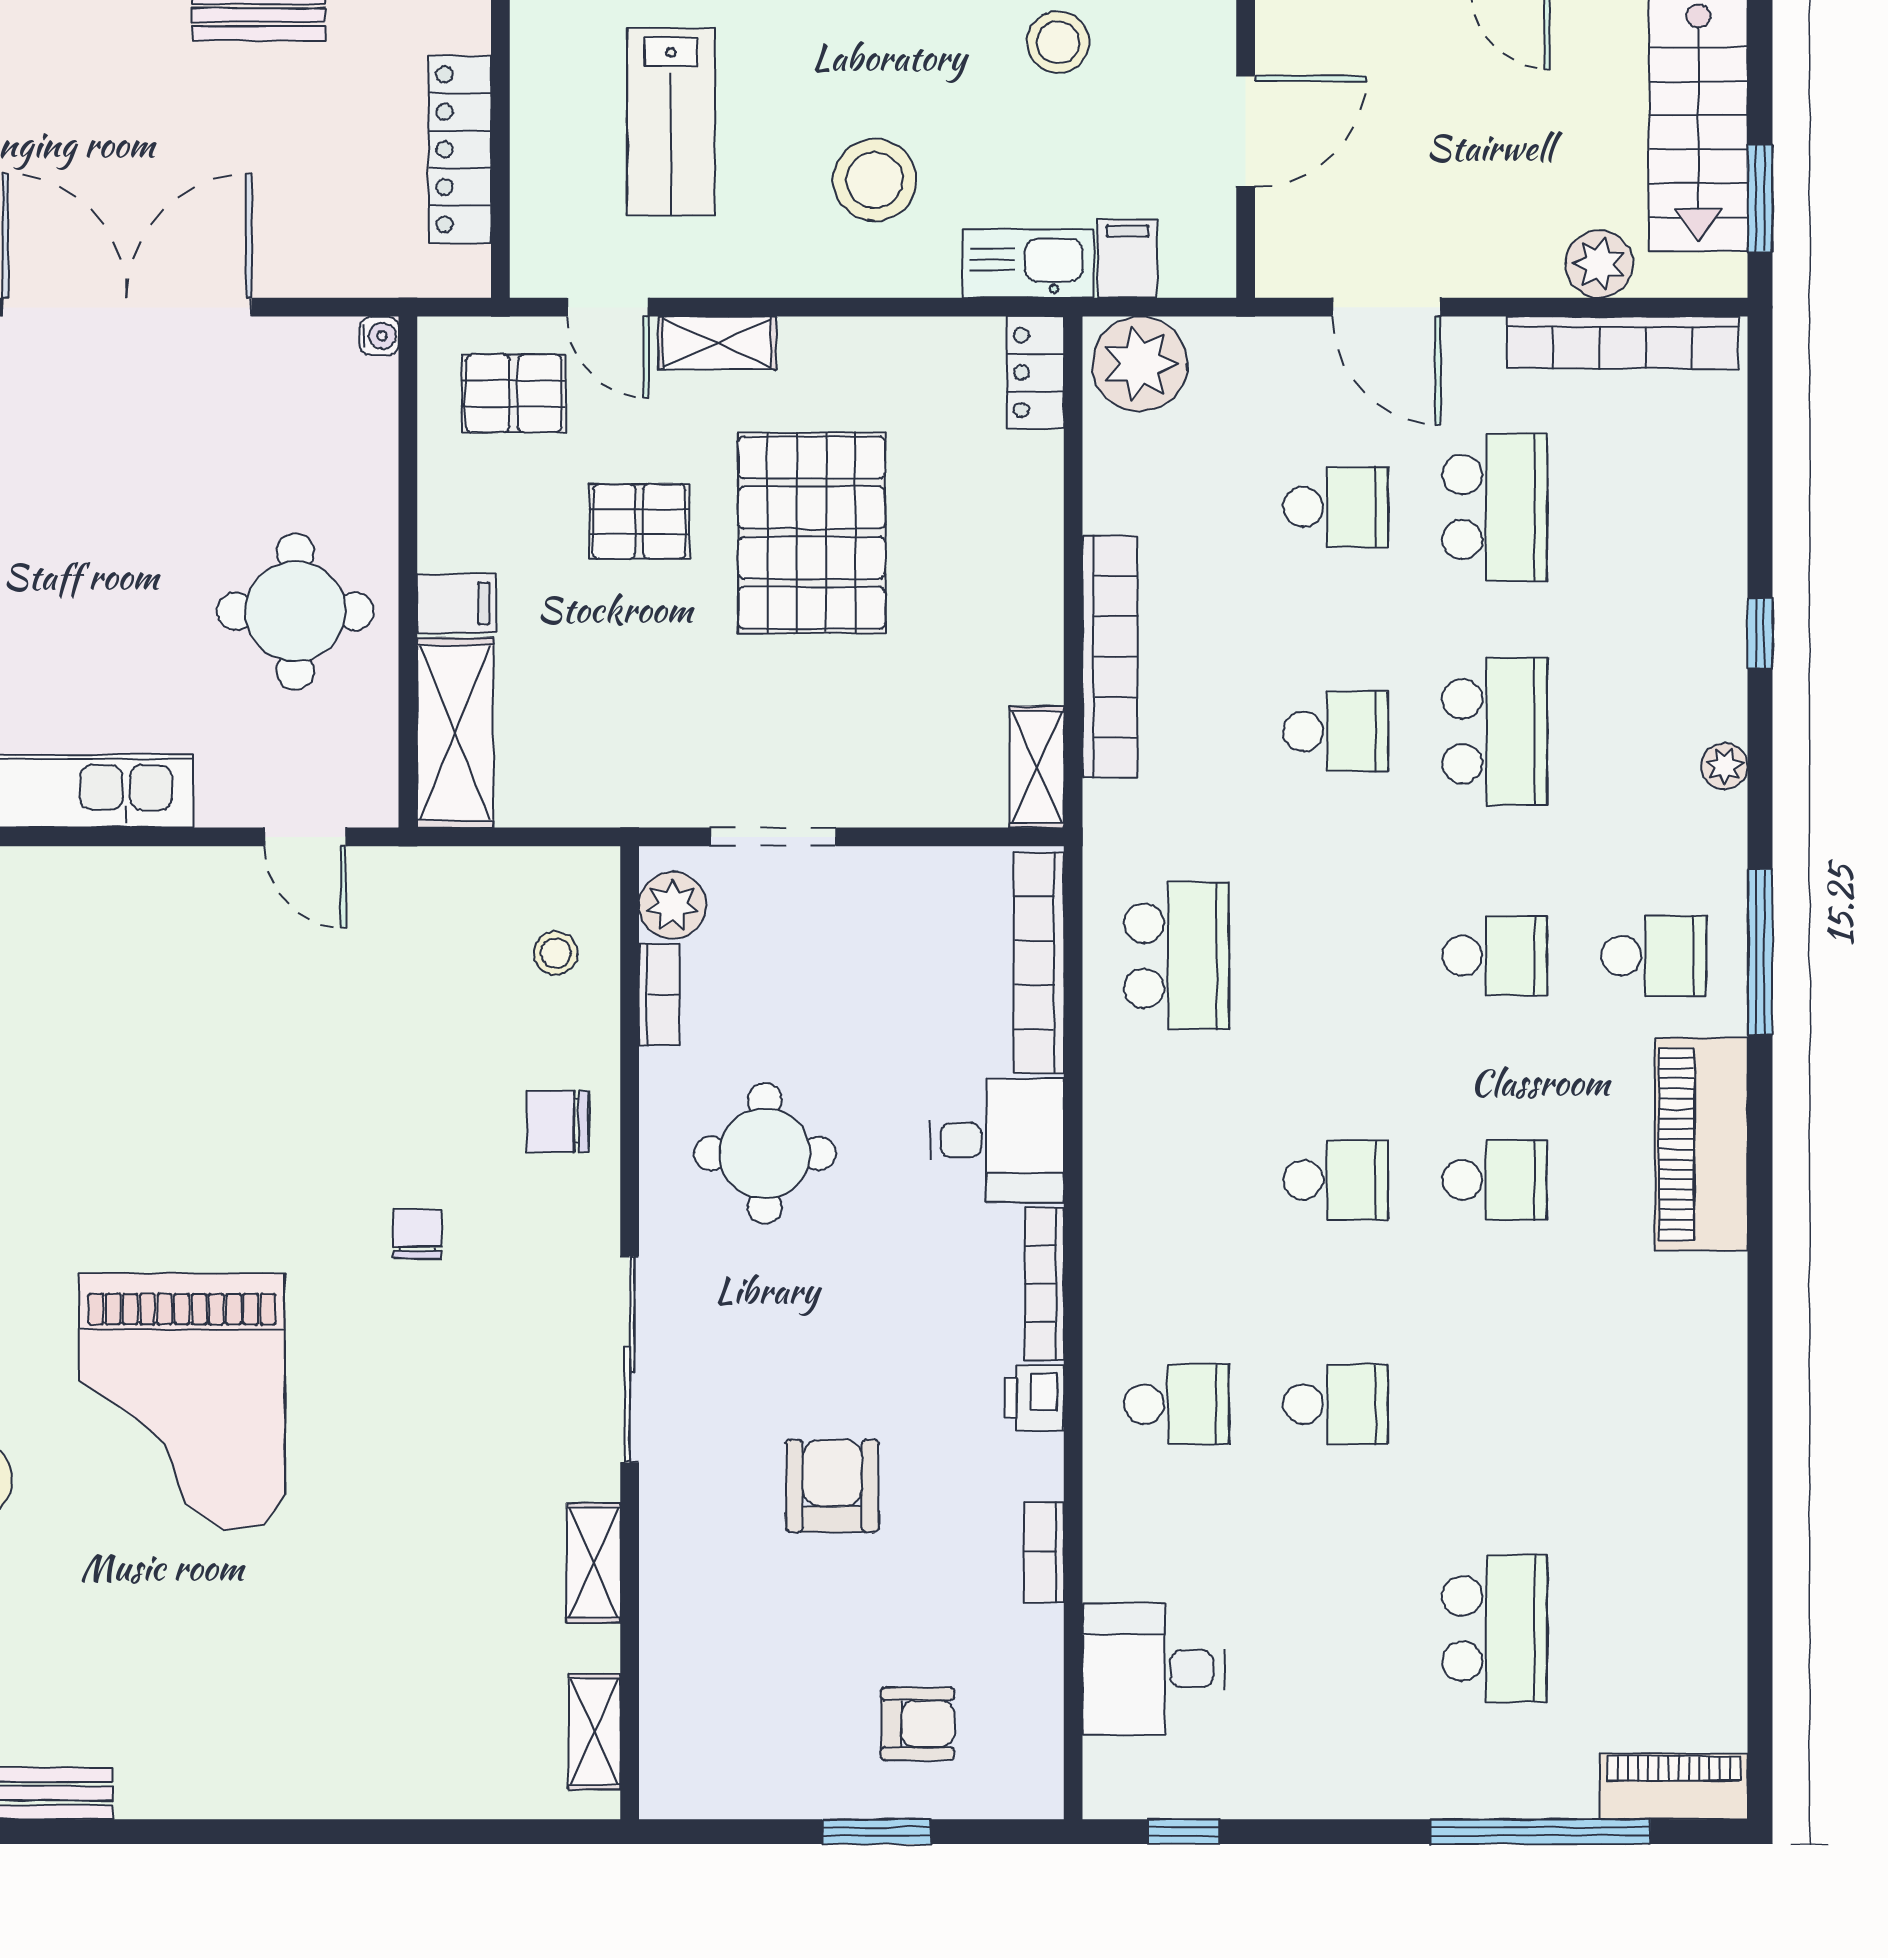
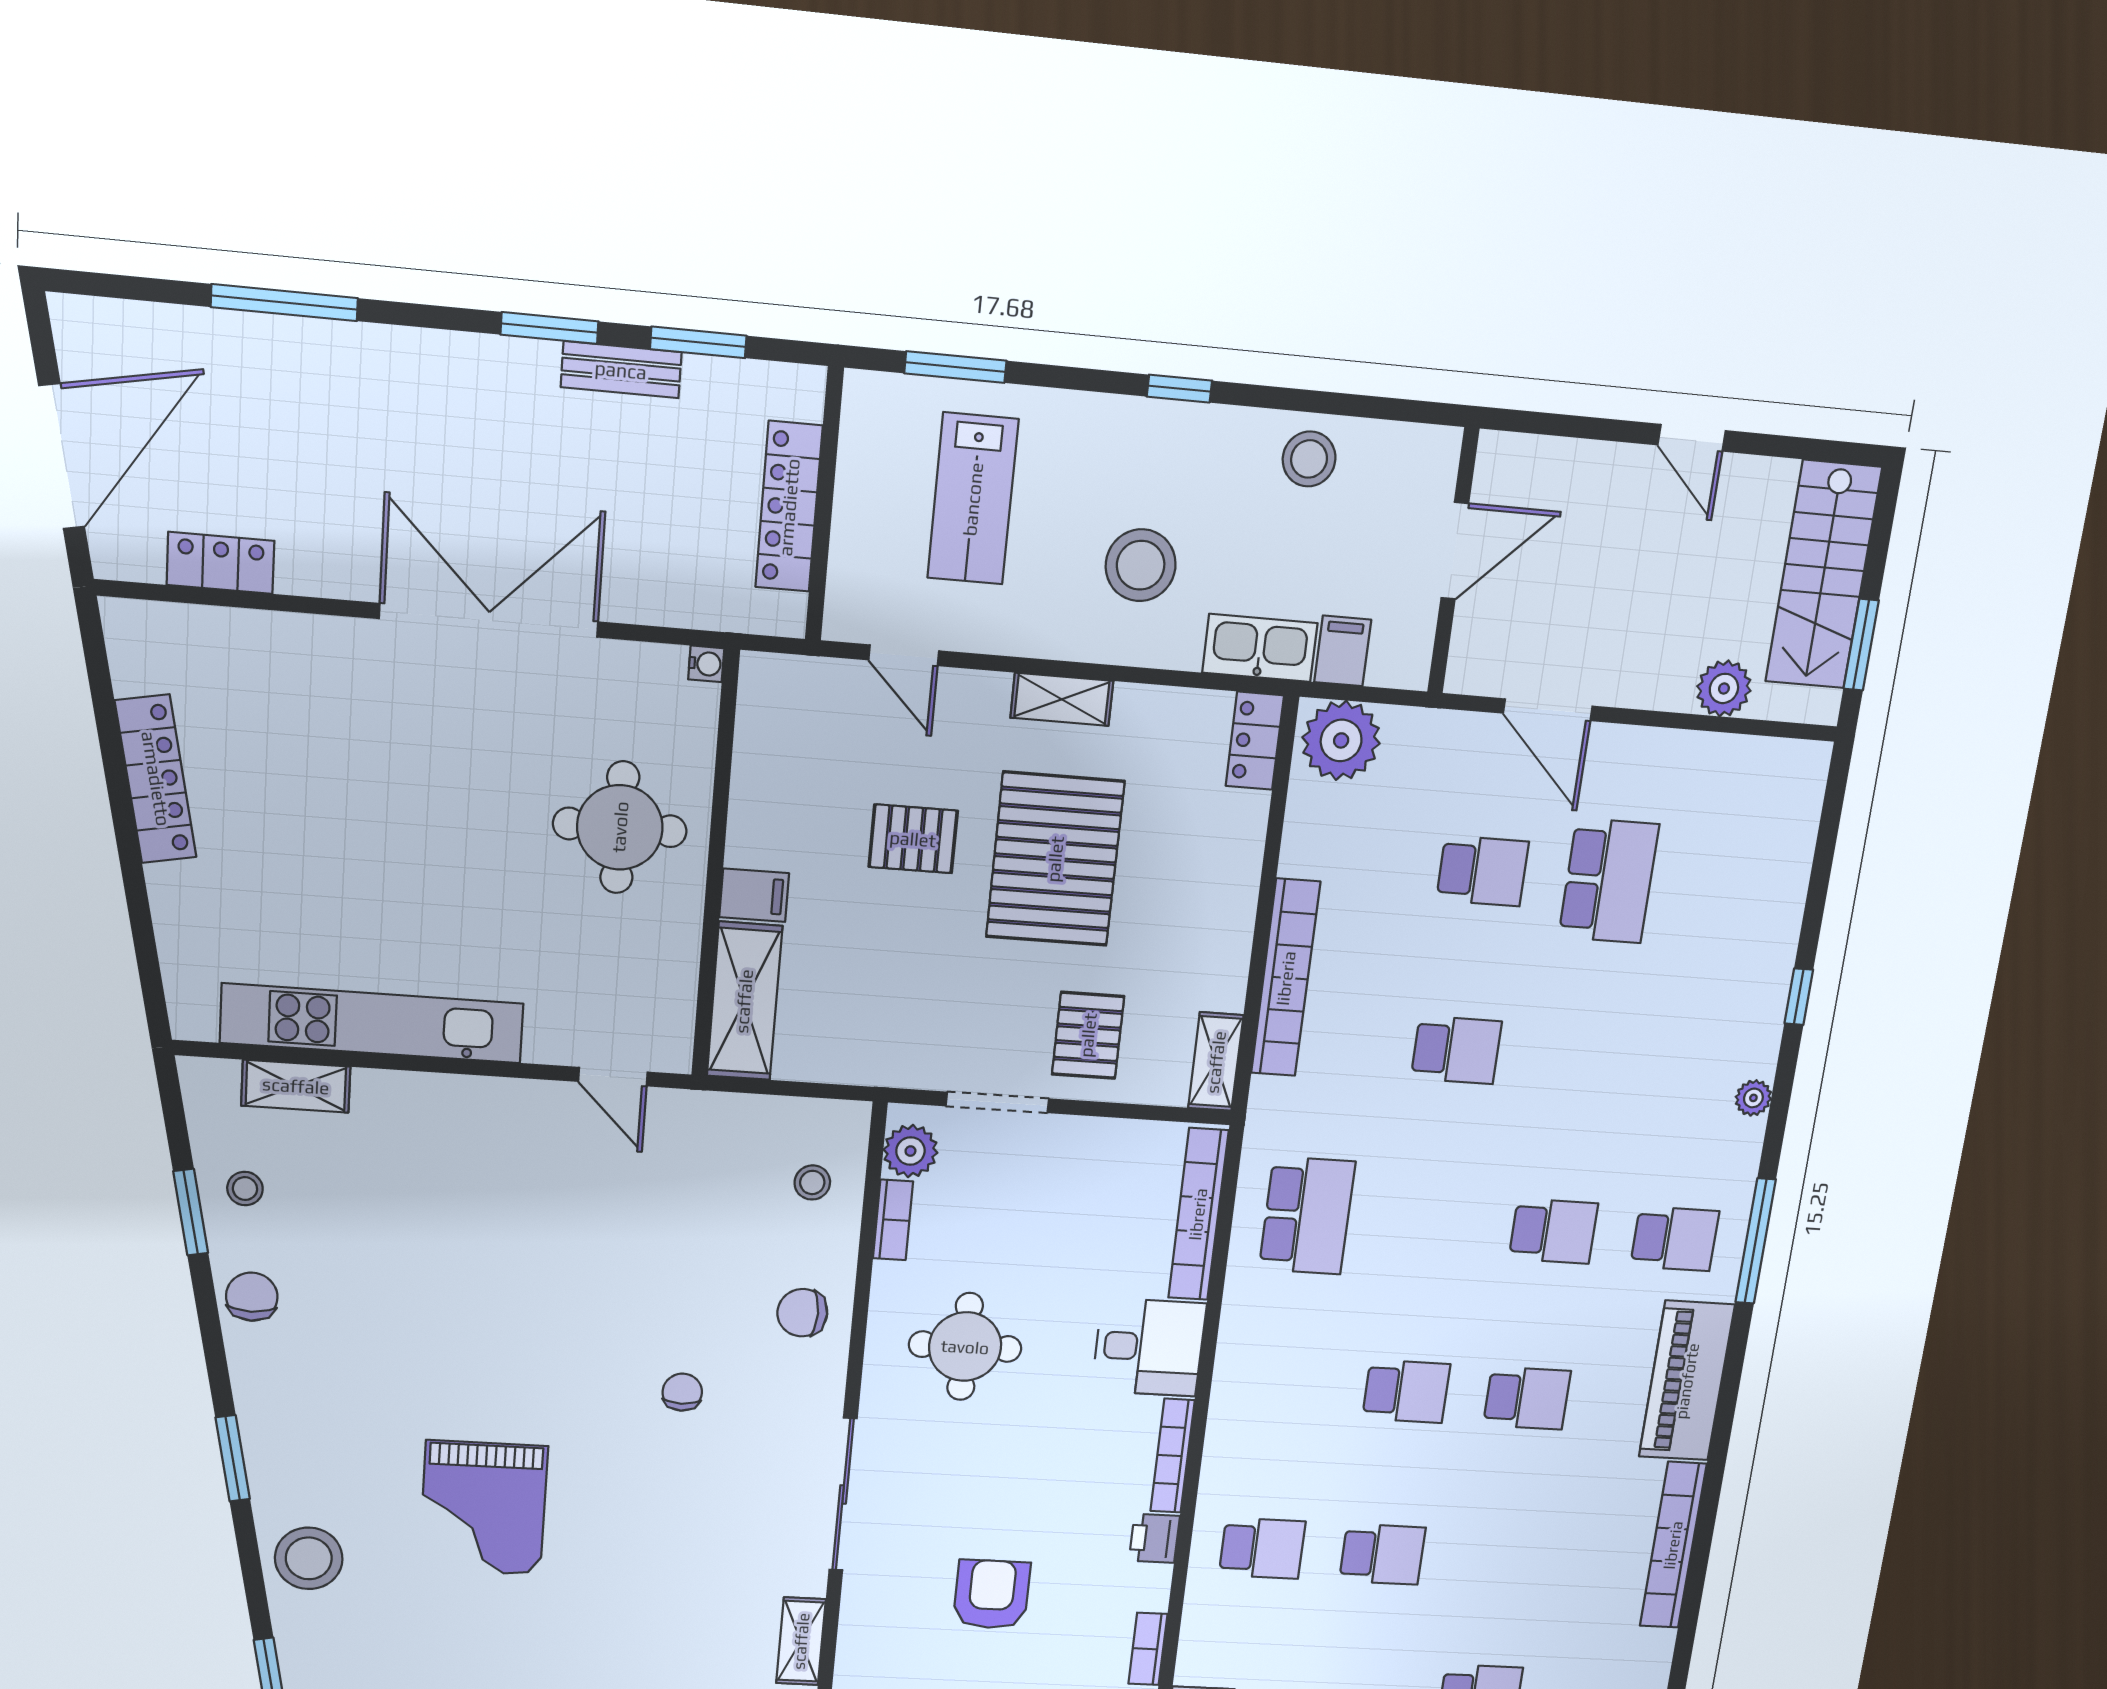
shelving: (717, 343) -> (1062, 699), moved
bookcase: (1623, 343) -> (1673, 1545), moved, turned 90
pallet: (514, 393) -> (1088, 1035), moved, turned 90
round table: (295, 611) -> (620, 827), moved
school desk: (1495, 731) -> (1581, 1059), removed
grand piano: (182, 1402) -> (483, 1508), width x0.73, depth x0.68

